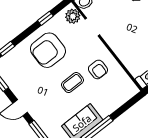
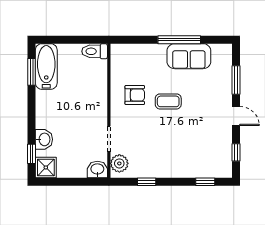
armchair: (48, 50) -> (168, 150), removed
armchair: (98, 69) -> (135, 95), turned 90

